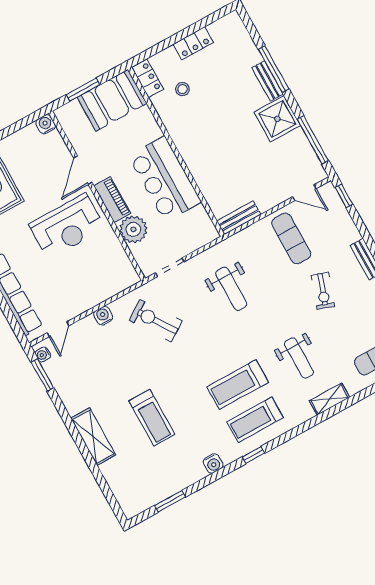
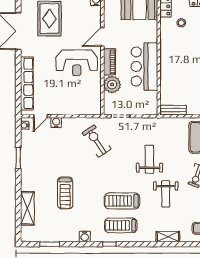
weight bench: (231, 289) -> (149, 159), moved, turned 180
water cooler: (103, 316) -> (56, 123), moved
weight bench: (299, 358) -> (166, 194), moved
window: (42, 375) -> (18, 158), moved
shelving: (93, 437) -> (27, 208), moved

